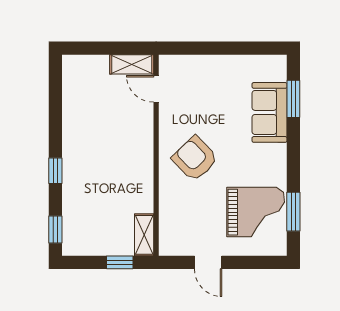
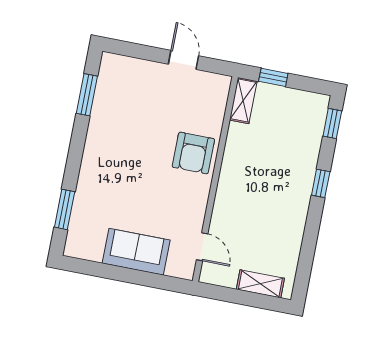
shelving: (132, 64) -> (260, 284), moved
sofa: (270, 112) -> (136, 252), moved, turned -90
armchair: (195, 159) -> (193, 153), moved, turned 44
grand piano: (256, 212) -> (125, 102), removed

